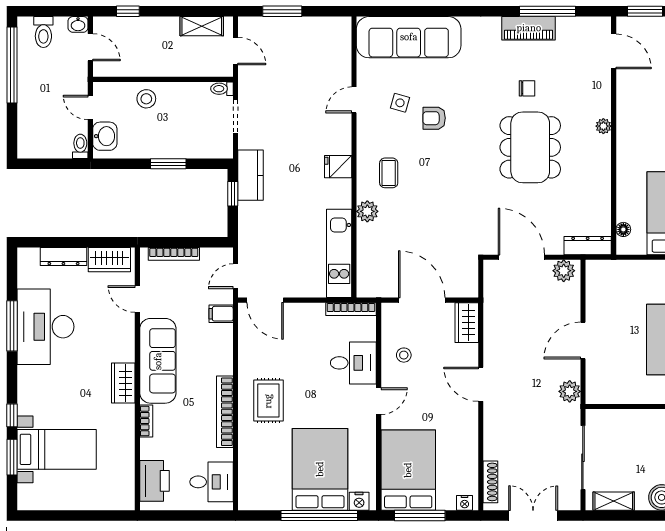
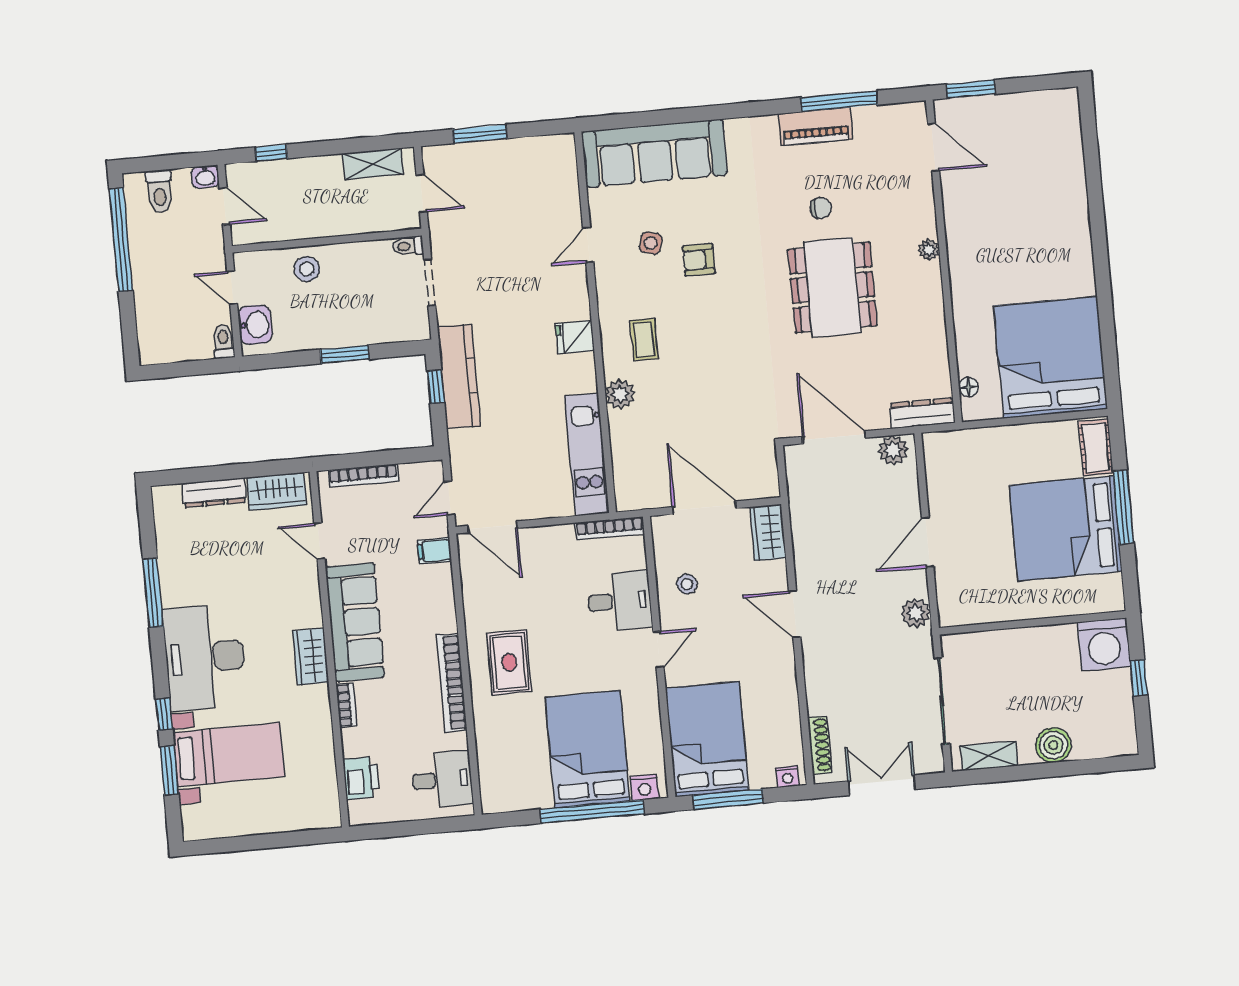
kitchen counter: (251, 175) -> (459, 376), width x1.50
desk: (45, 327) -> (205, 657), moved
printer: (154, 481) -> (361, 778), width x0.73, depth x0.84

